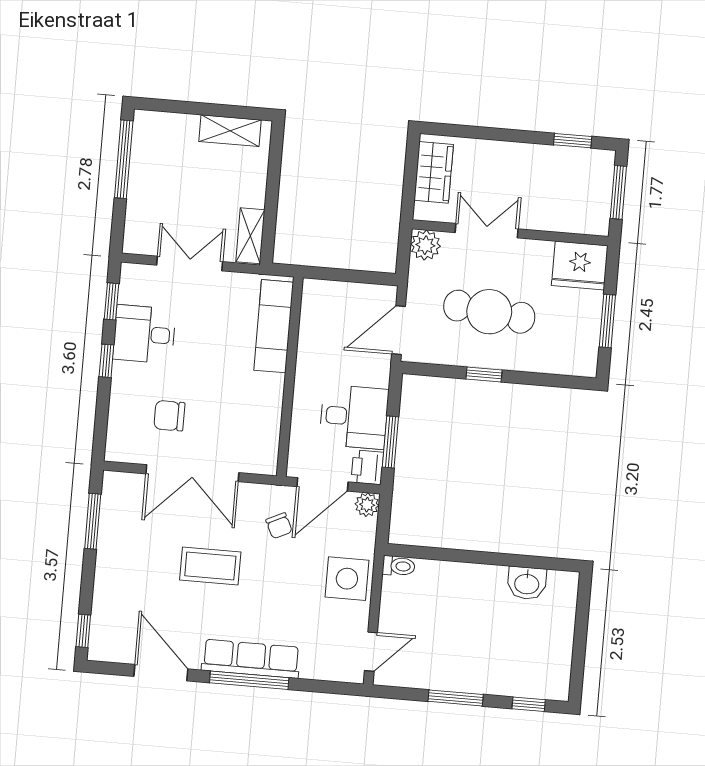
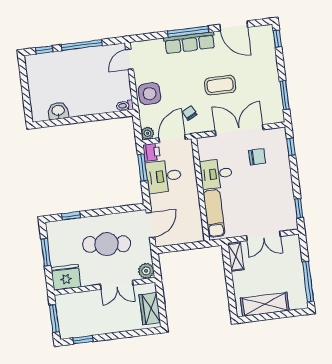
shelving: (230, 131) -> (265, 304), width x1.50, depth x1.33
desk: (144, 334) -> (216, 174), moved, turned 180
window: (106, 361) -> (291, 147), moved
window: (484, 375) -> (71, 216), moved
window: (456, 698) -> (82, 45), width x1.44

